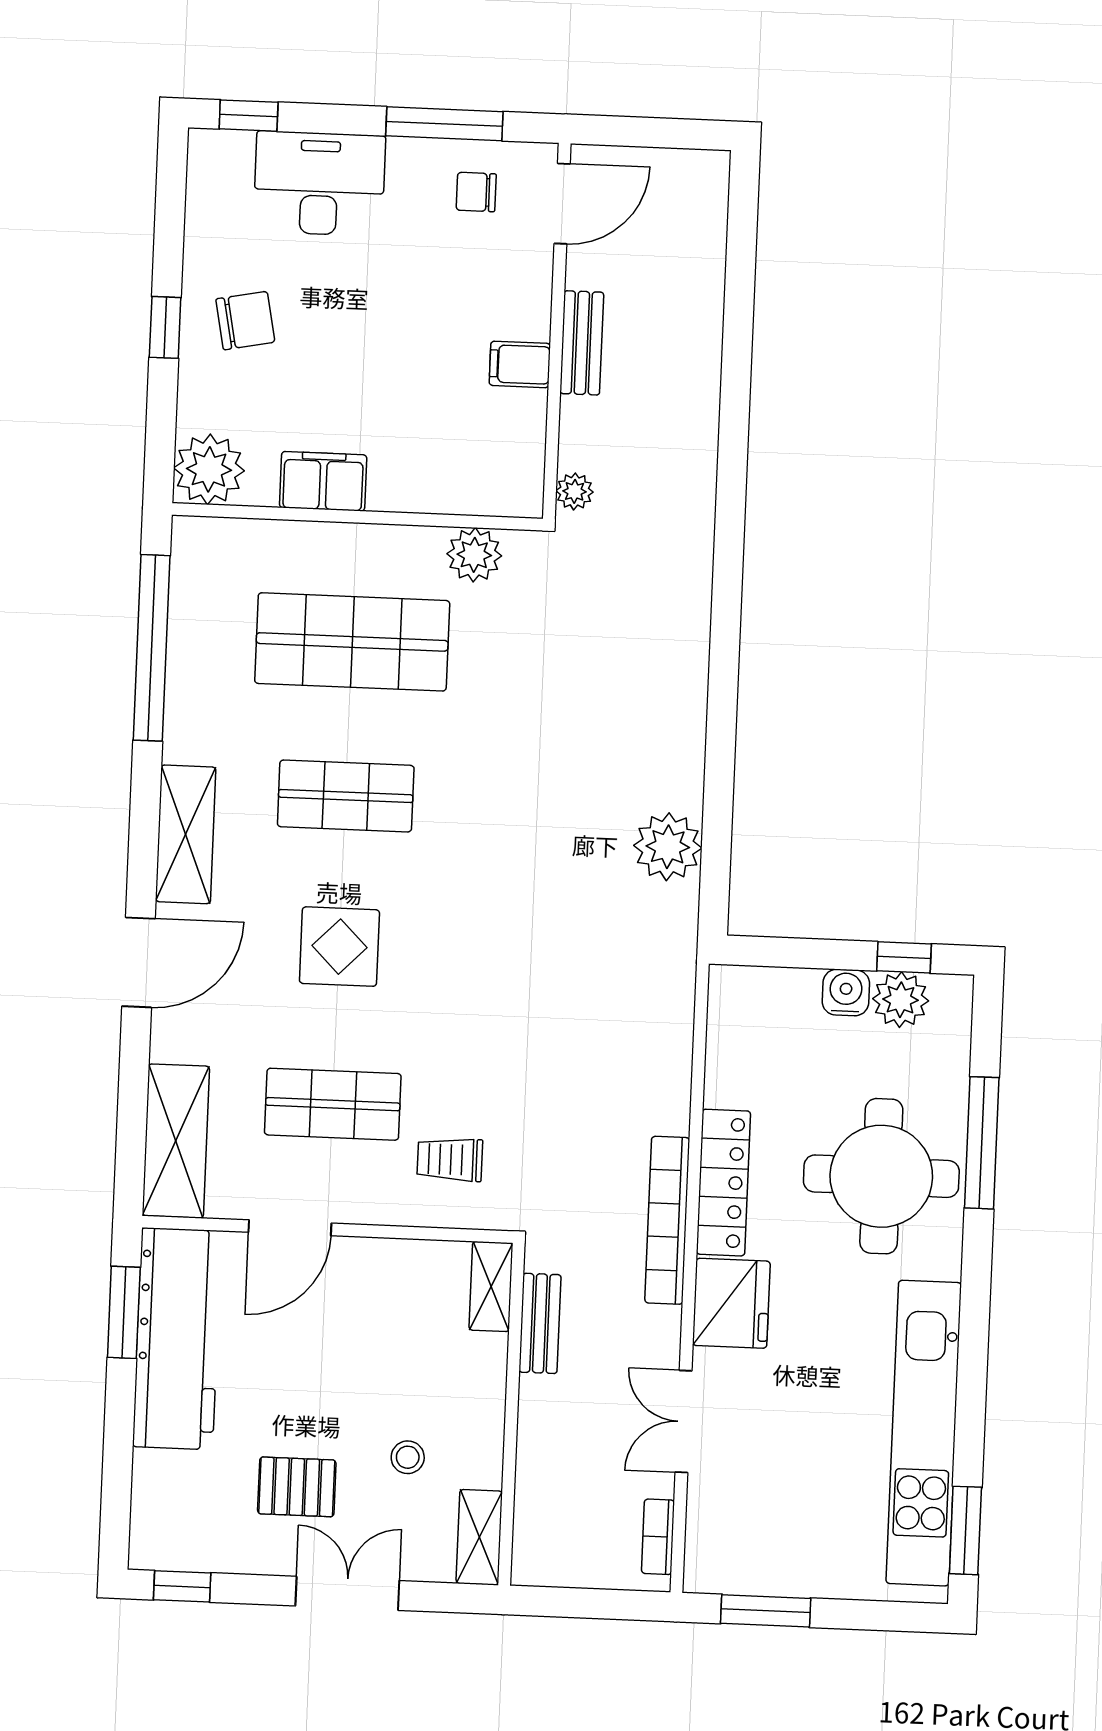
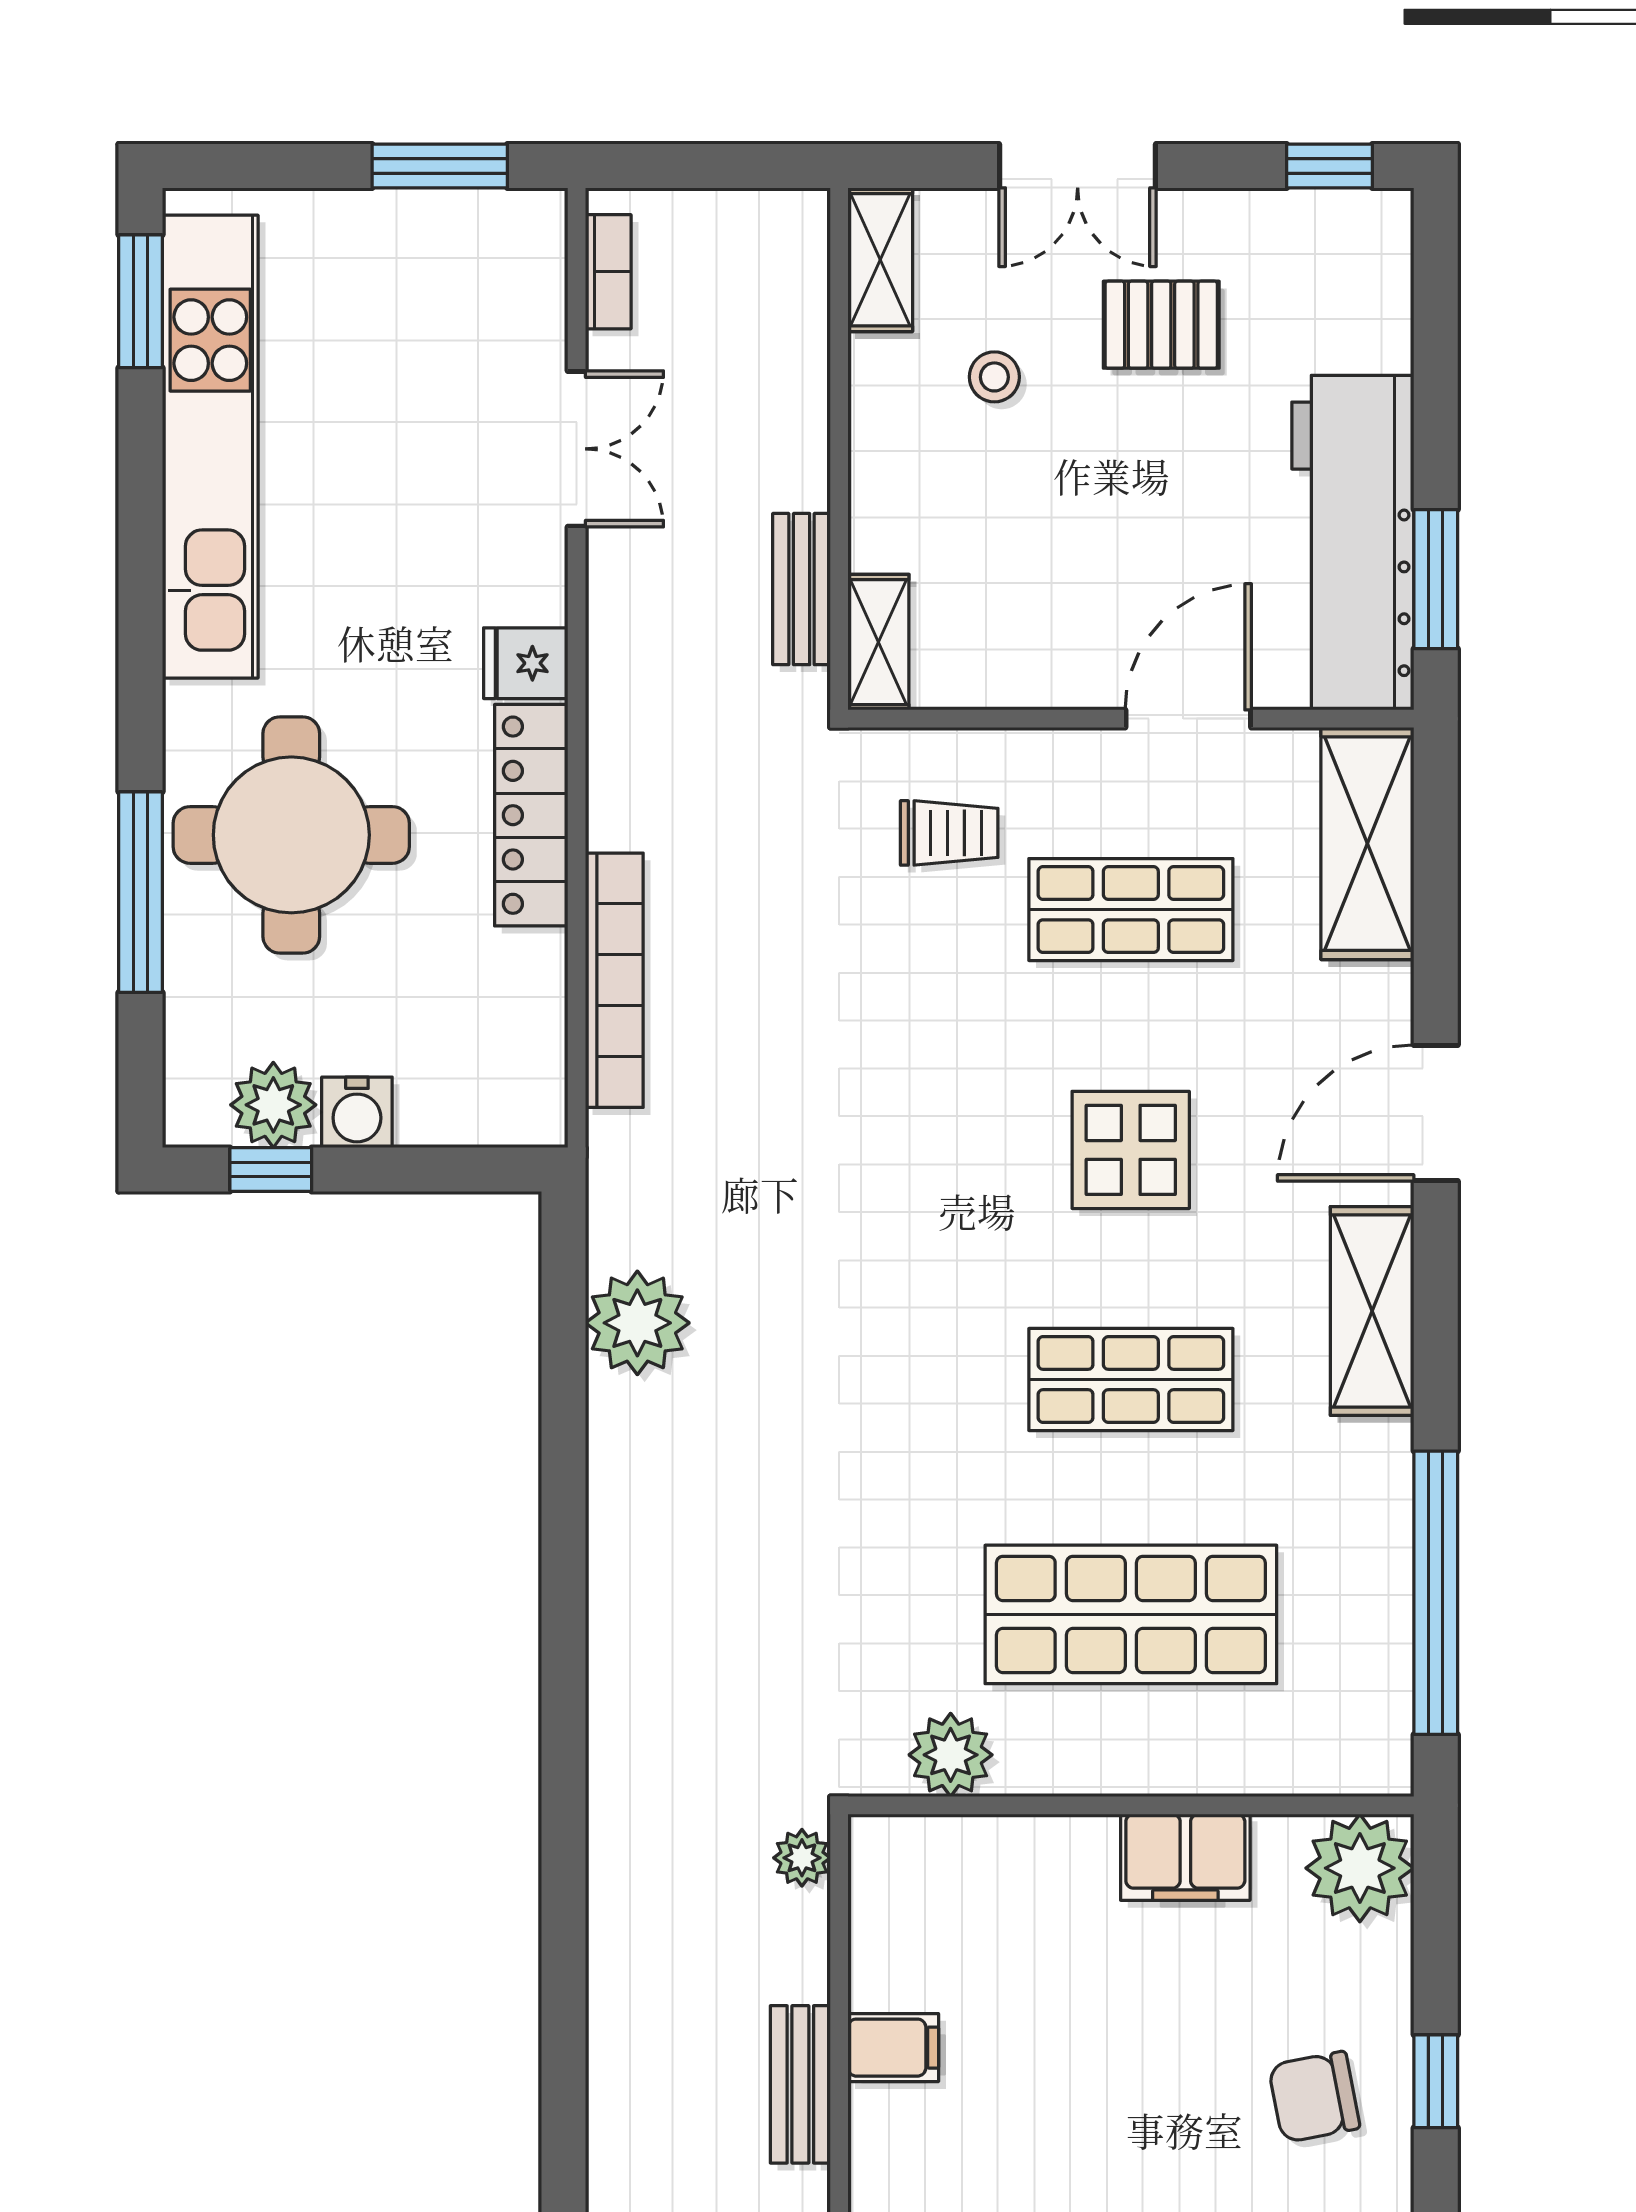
bookcase: (667, 1220) -> (614, 980), moved
fridge: (731, 1303) -> (526, 663), width x0.53, depth x0.75

